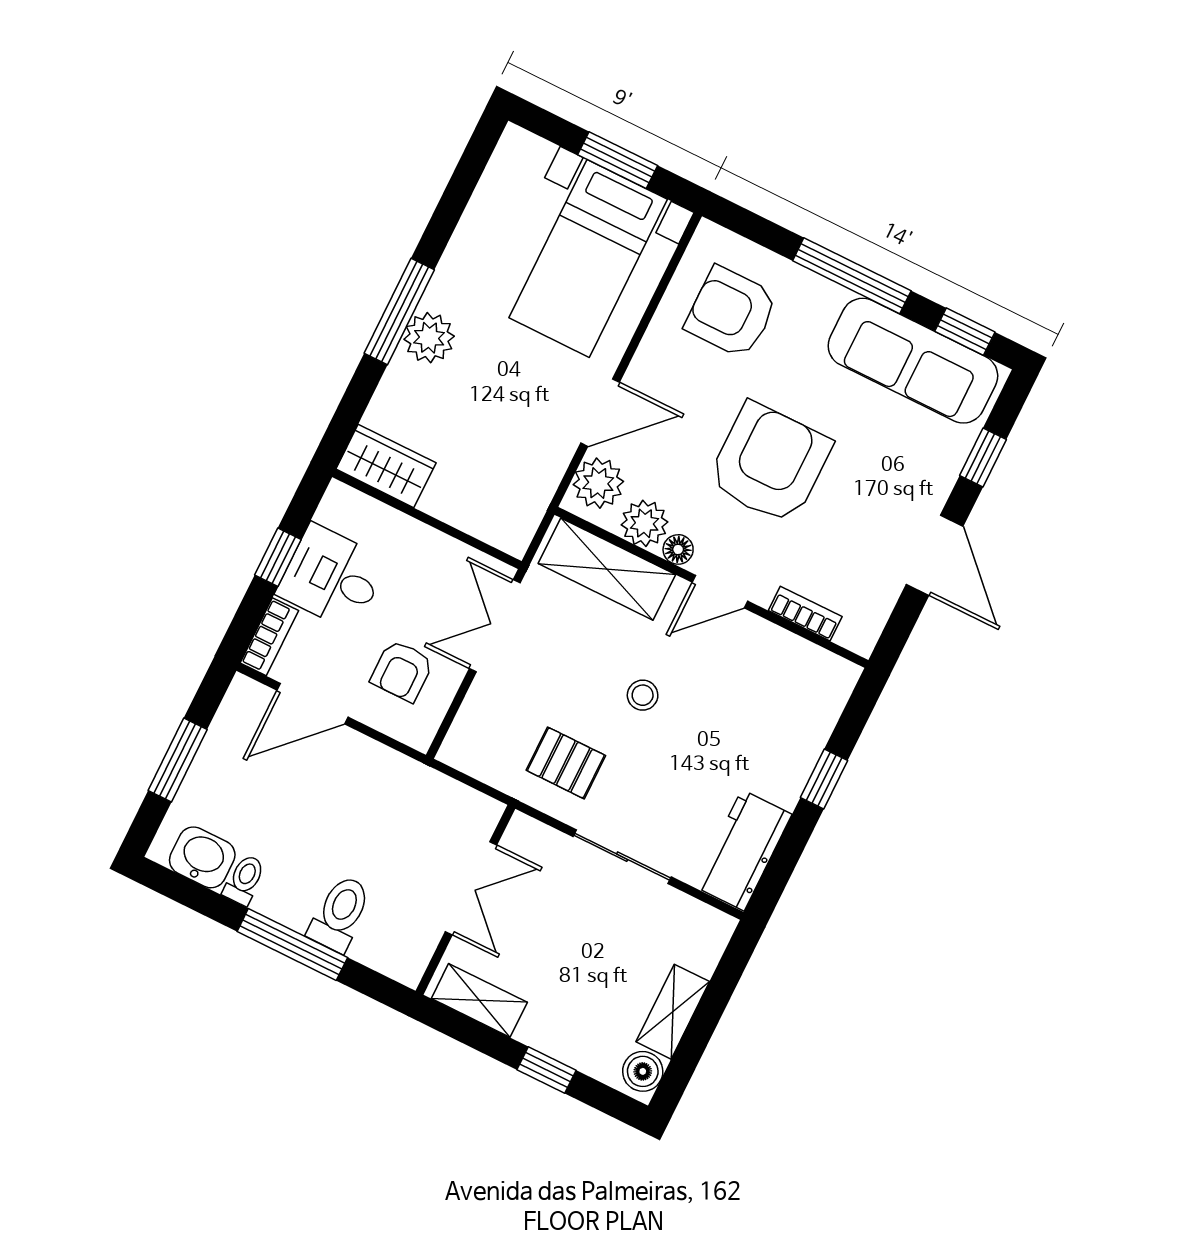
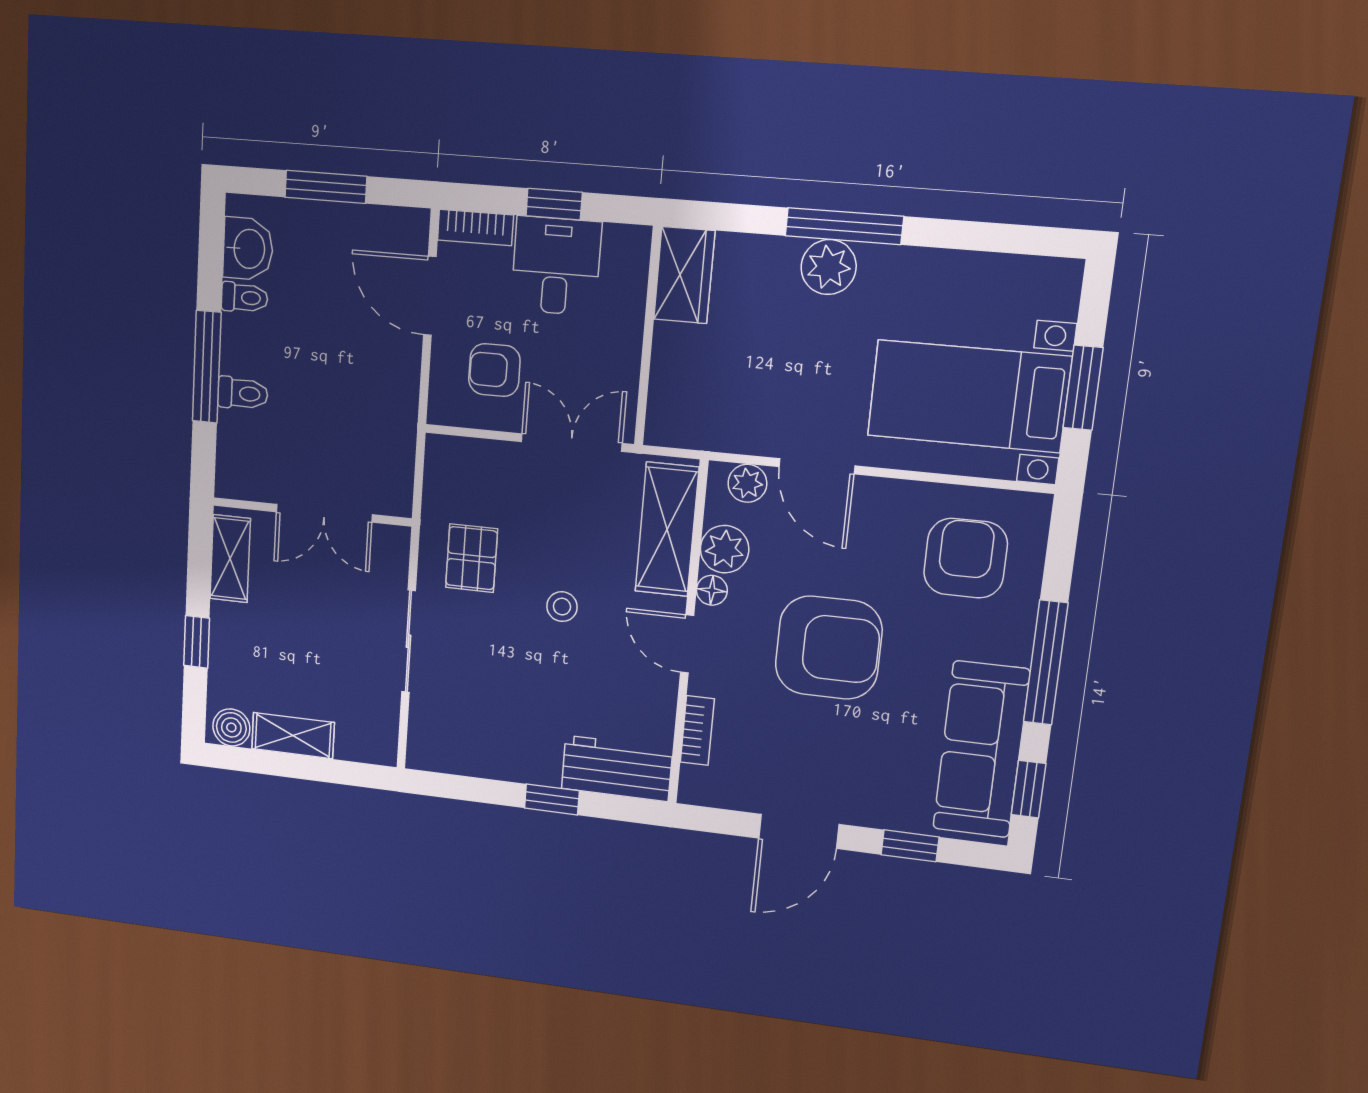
plant: (598, 483) -> (747, 483), width x0.73, depth x0.73
workbench: (743, 850) -> (617, 768), moved
toilet: (340, 913) -> (243, 393), width x0.73, depth x0.72

